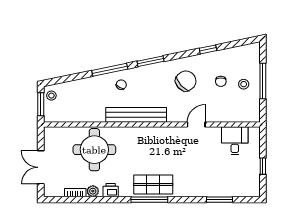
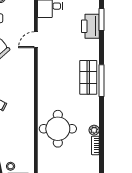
bench: (136, 115) -> (27, 92), removed
door: (196, 124) -> (36, 40), hinge flipped
printer: (111, 190) -> (90, 26), moved, width x1.87, depth x1.48

